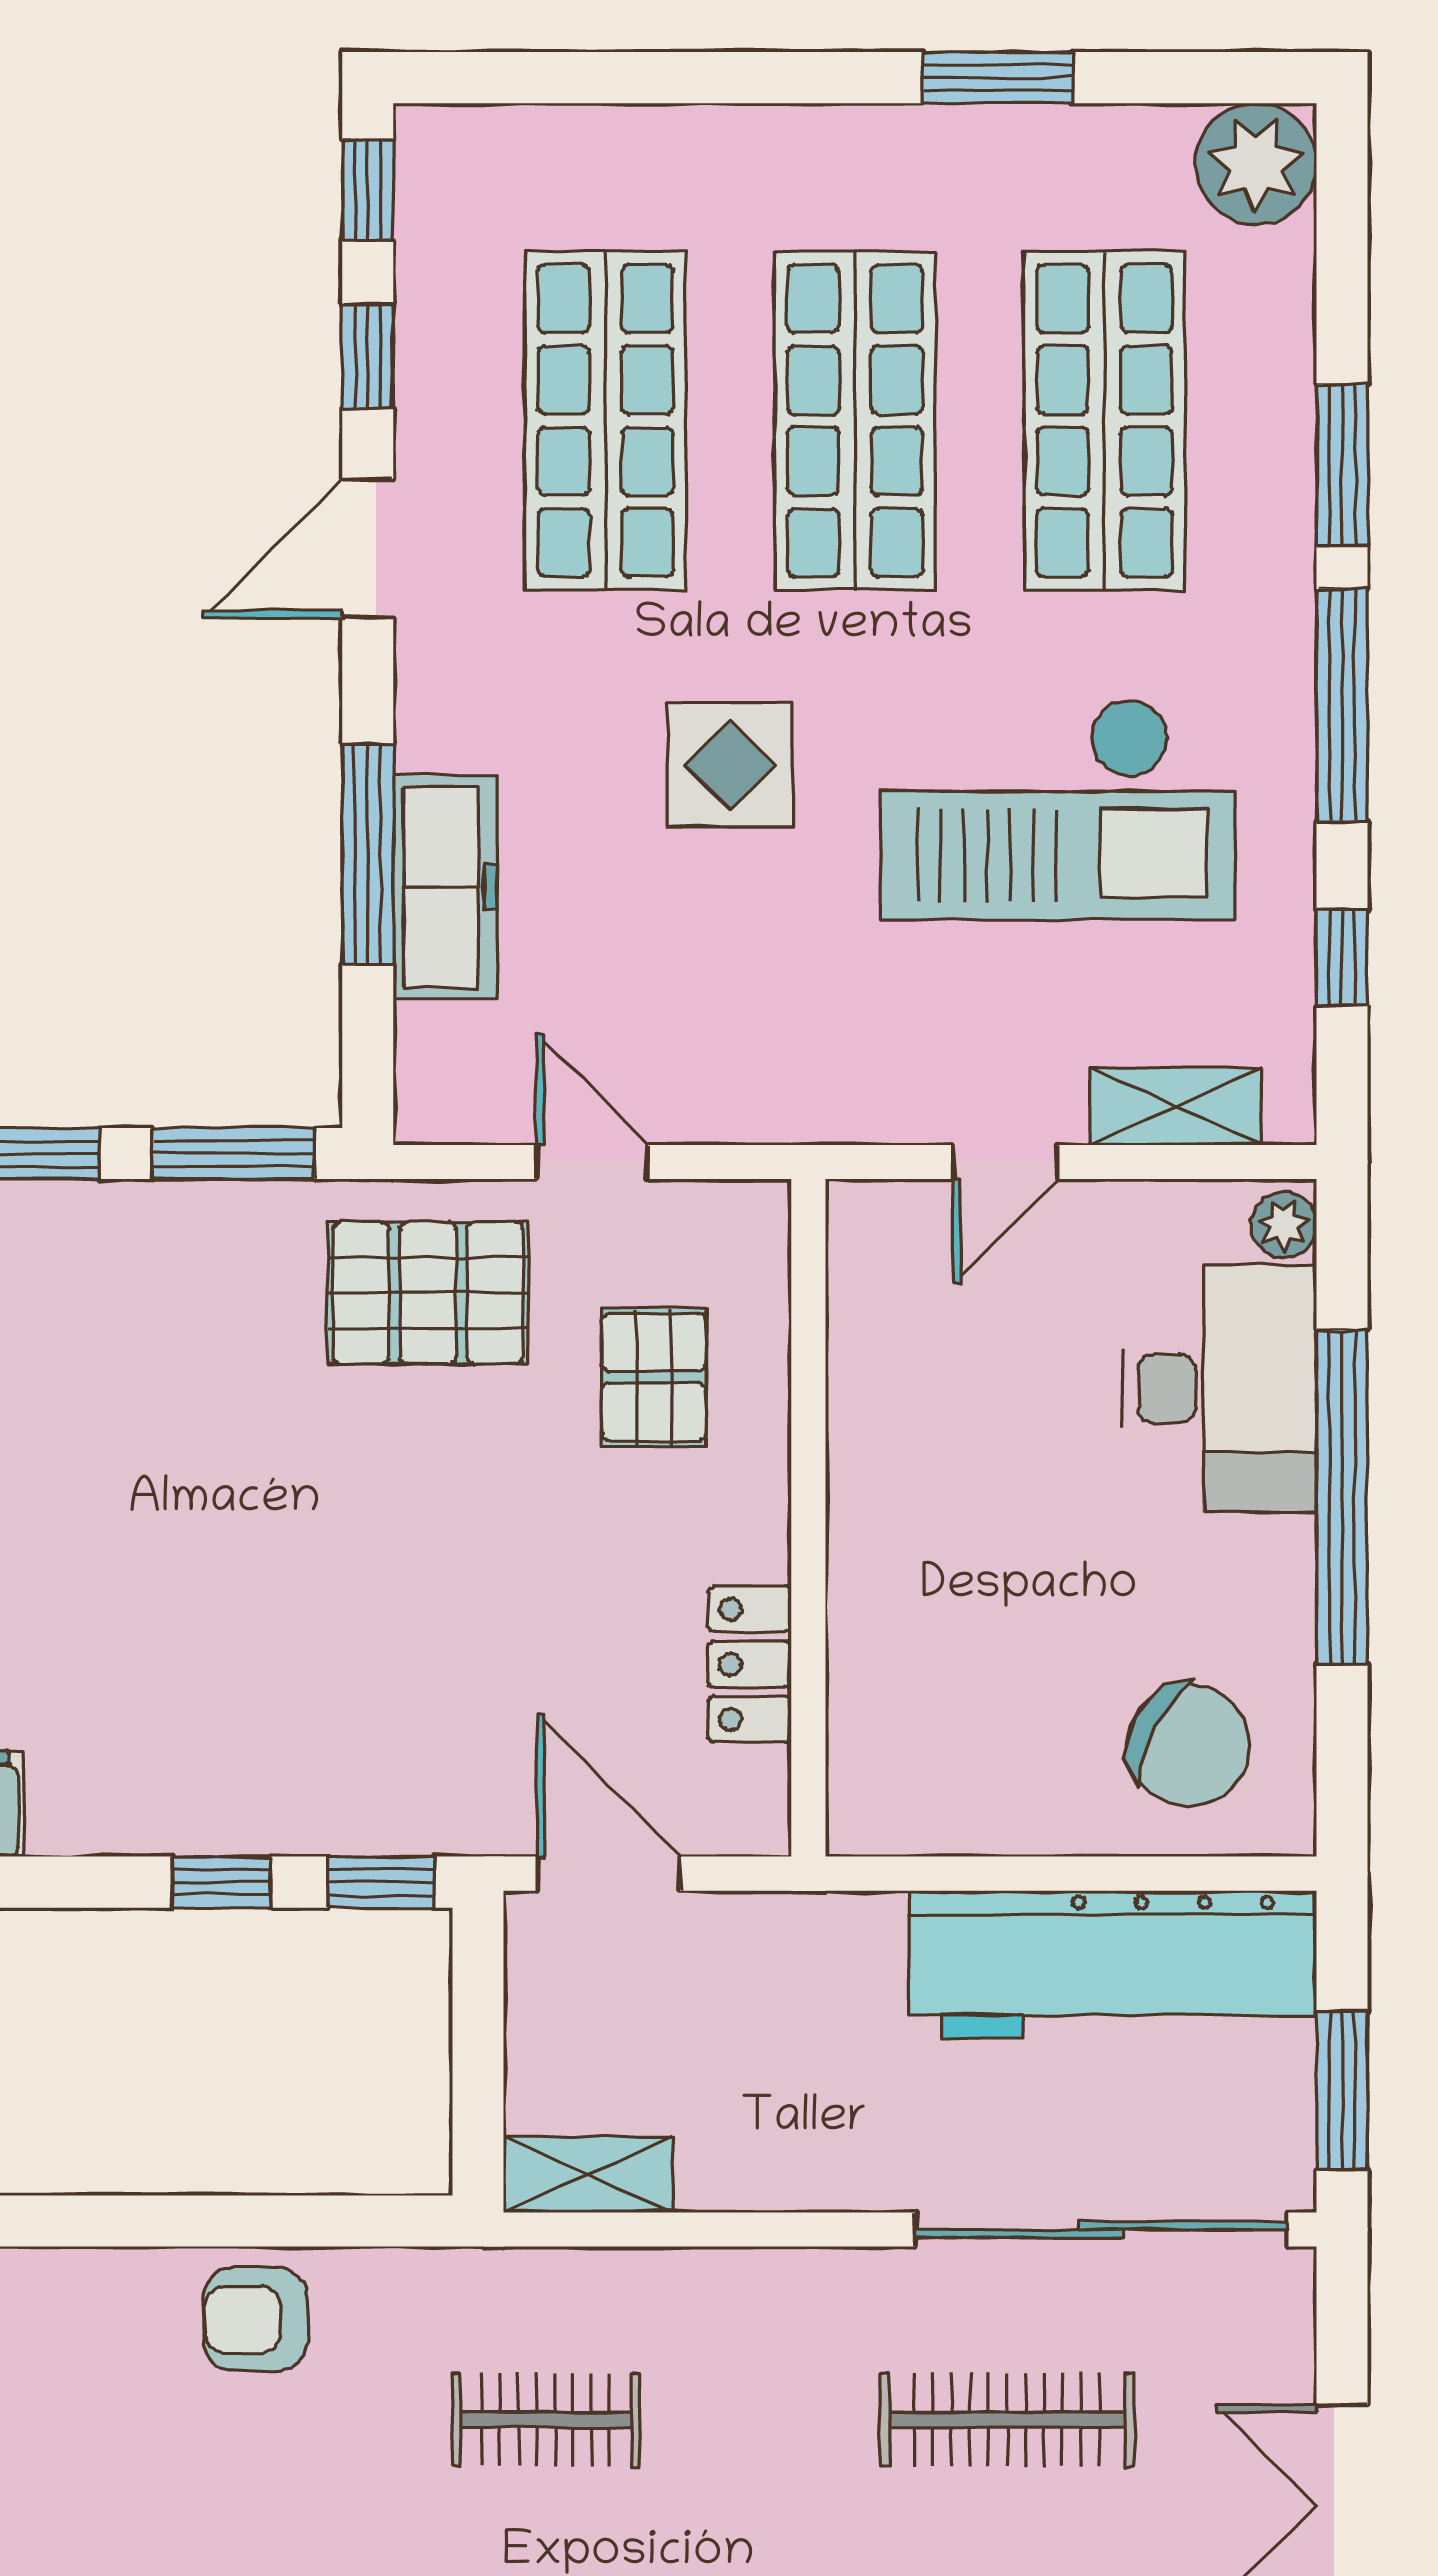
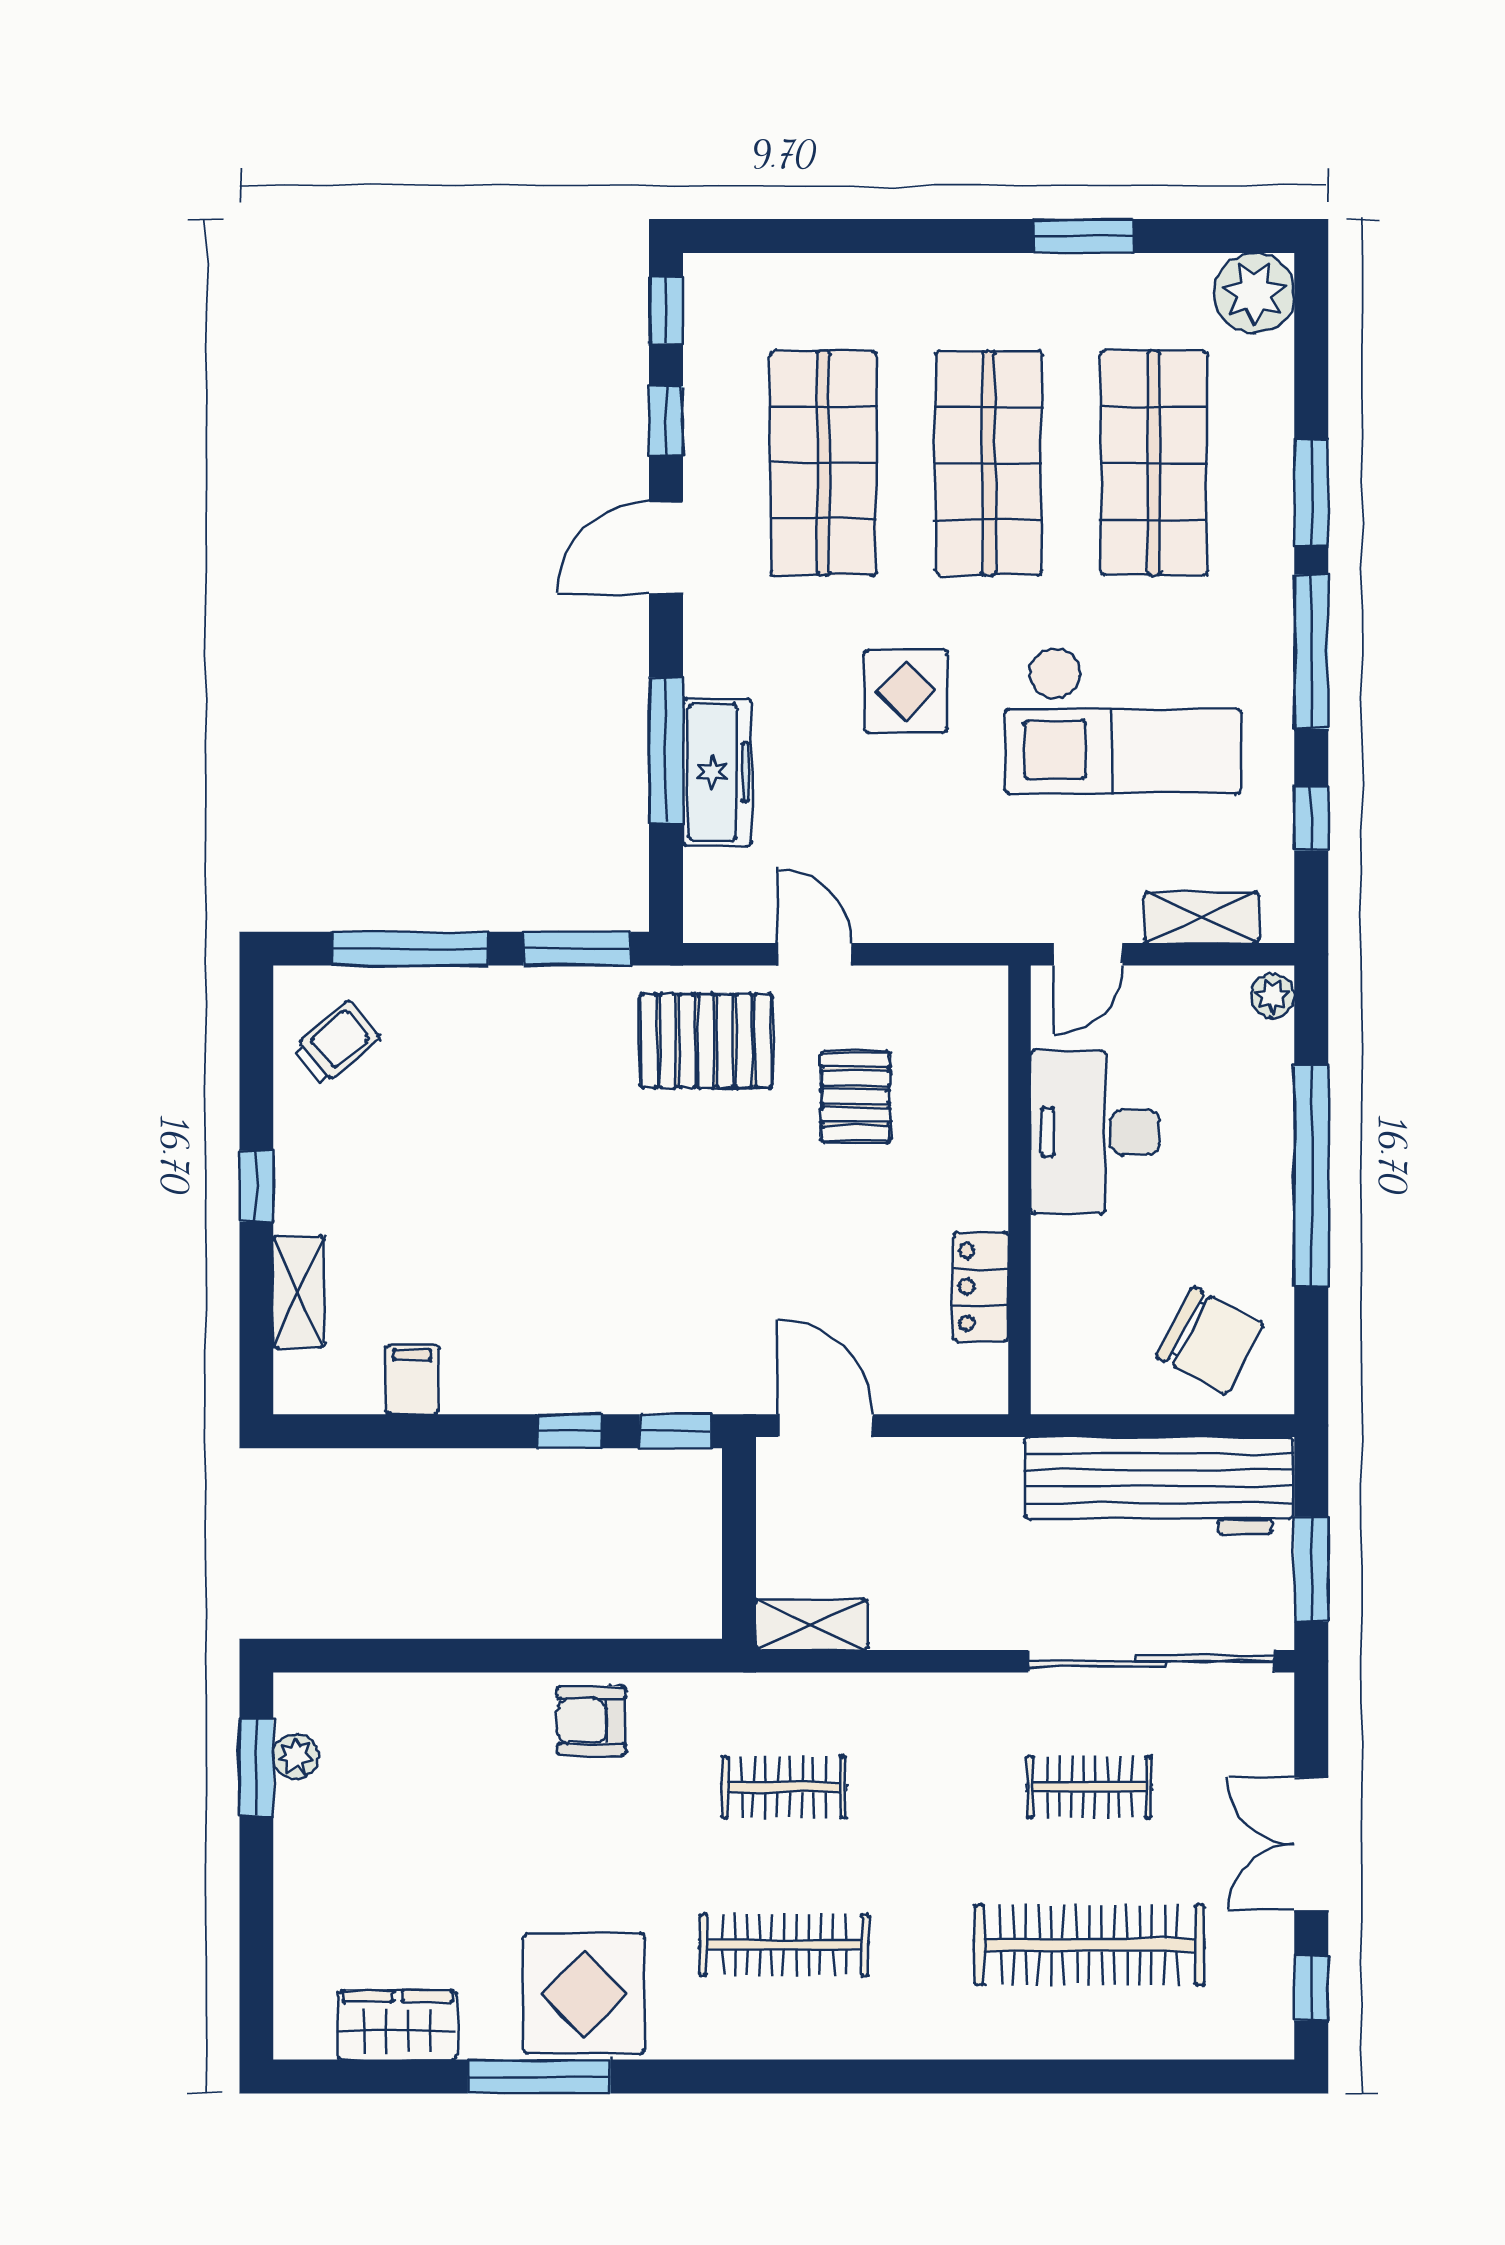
desk: (1219, 1389) -> (1095, 1132), moved, turned 180
wall: (808, 1518) -> (1020, 1190), moved
locker: (750, 1664) -> (981, 1287), moved
clothes rail: (1007, 2420) -> (1089, 1787), width x0.73

